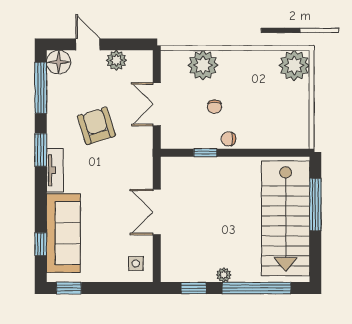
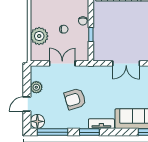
double door: (157, 104) -> (62, 63), swing flipped

